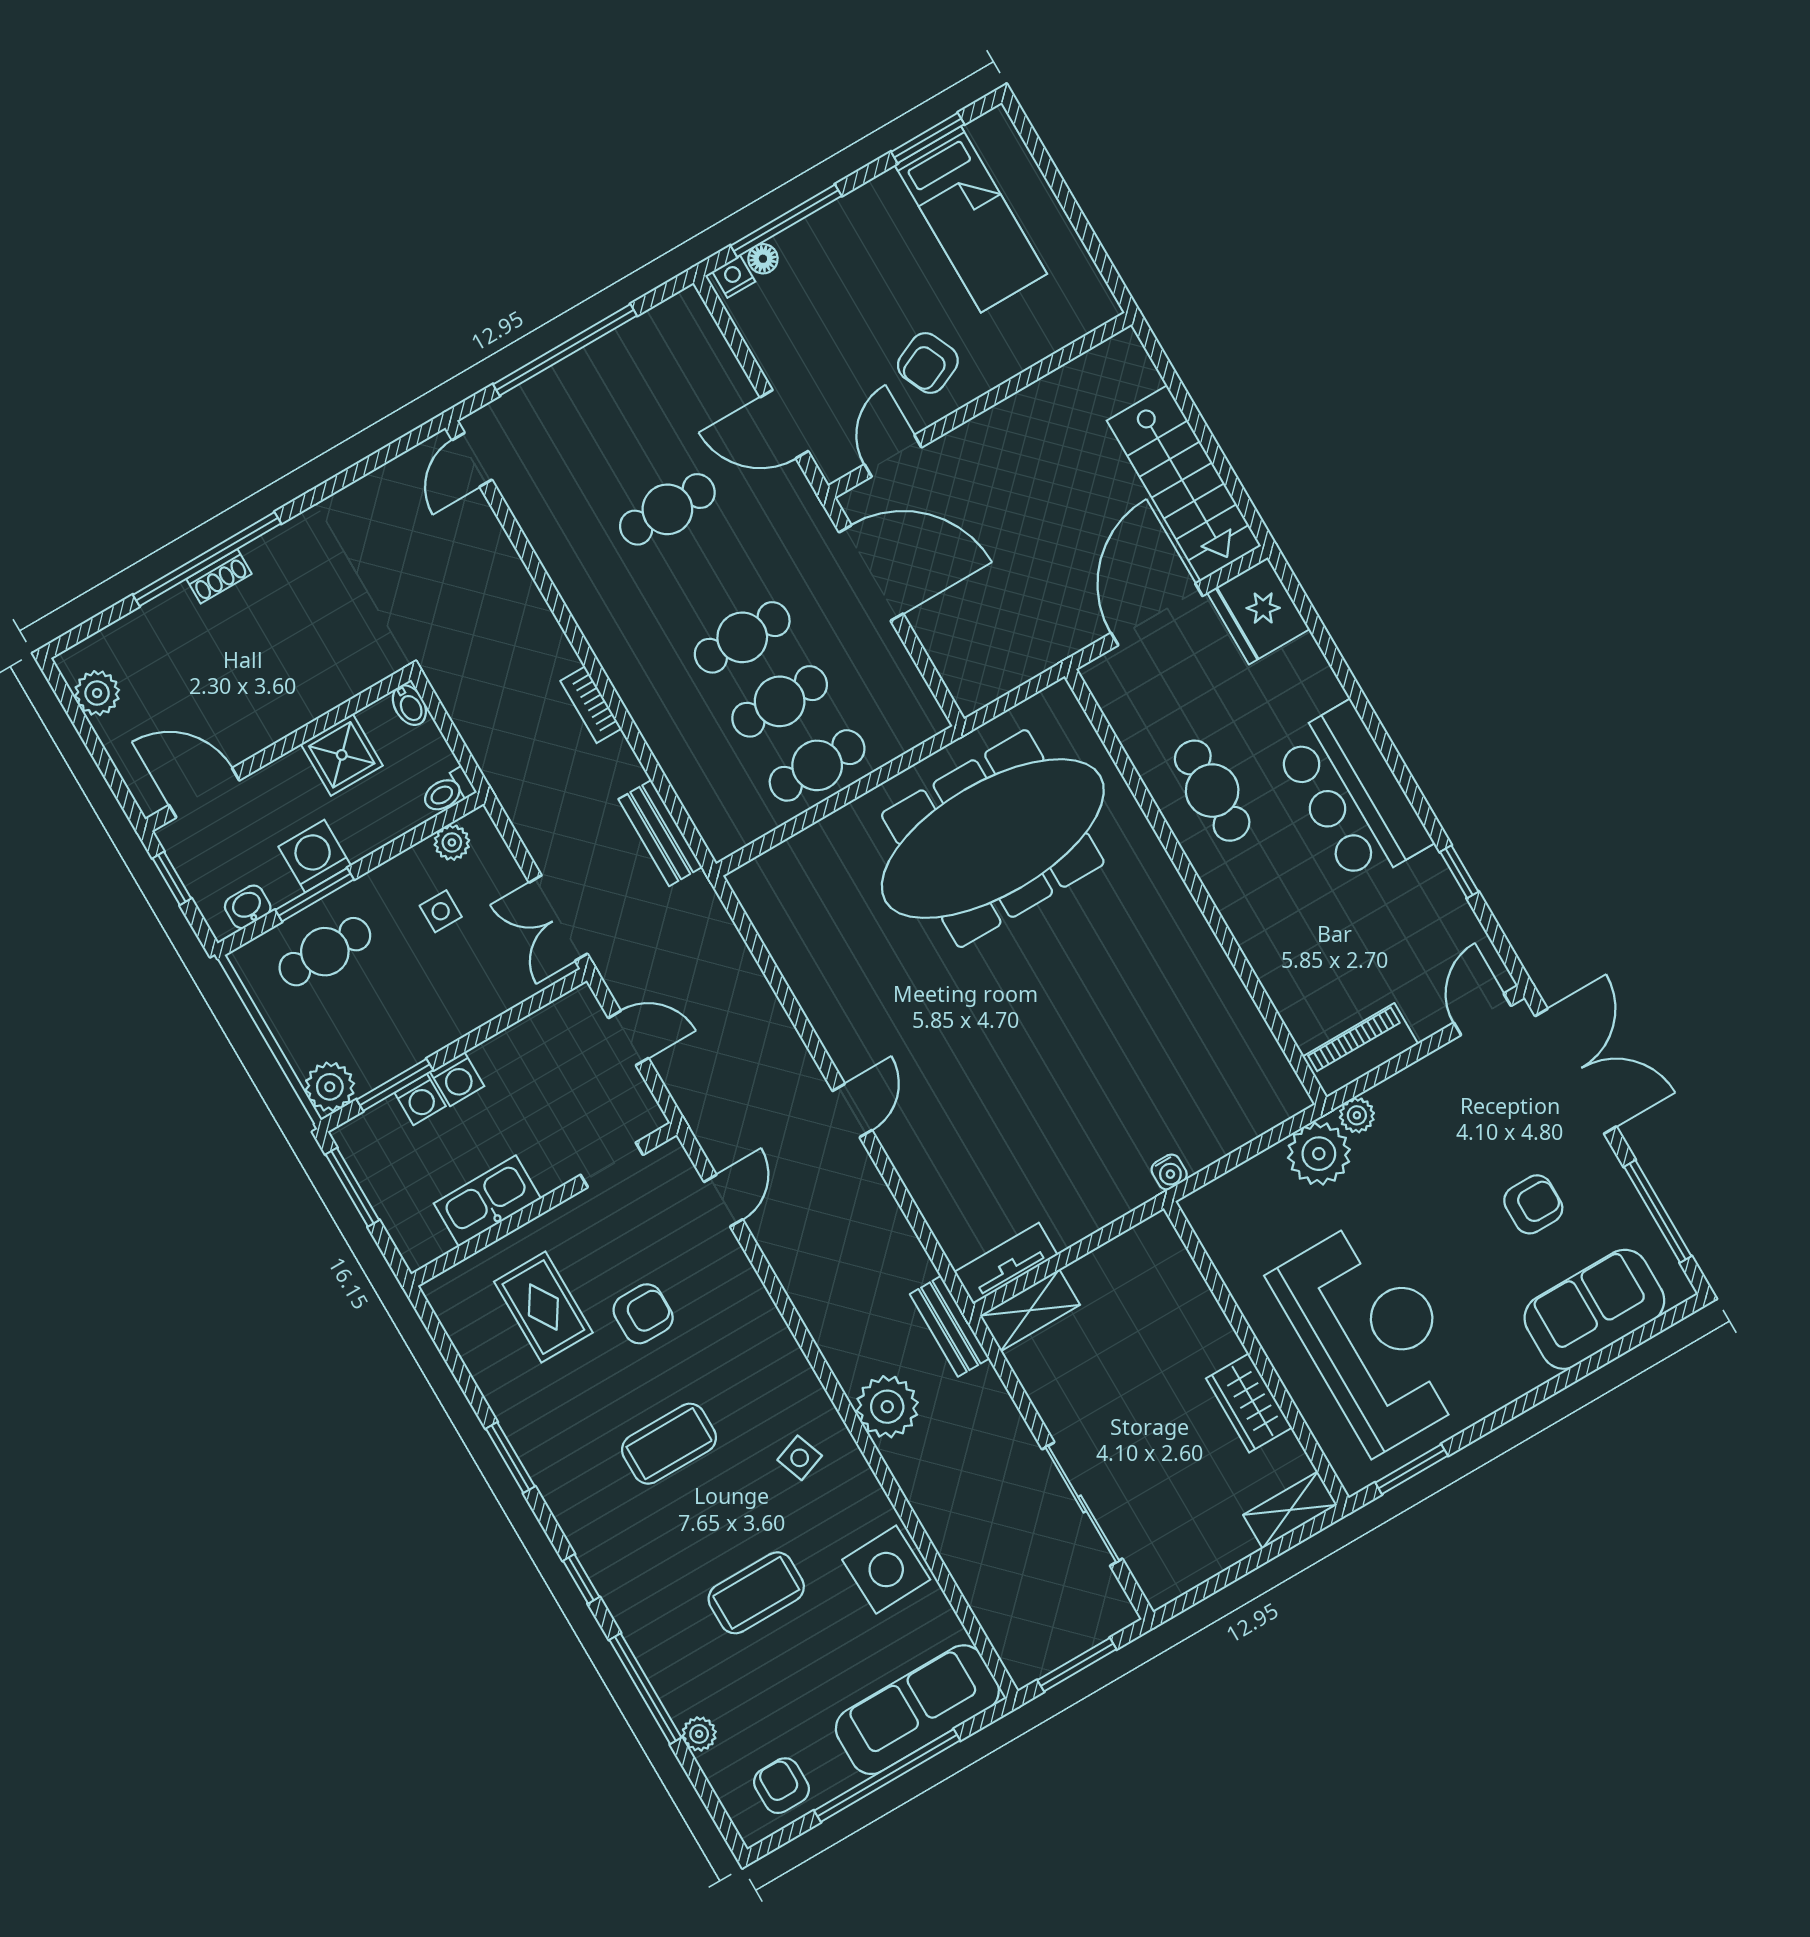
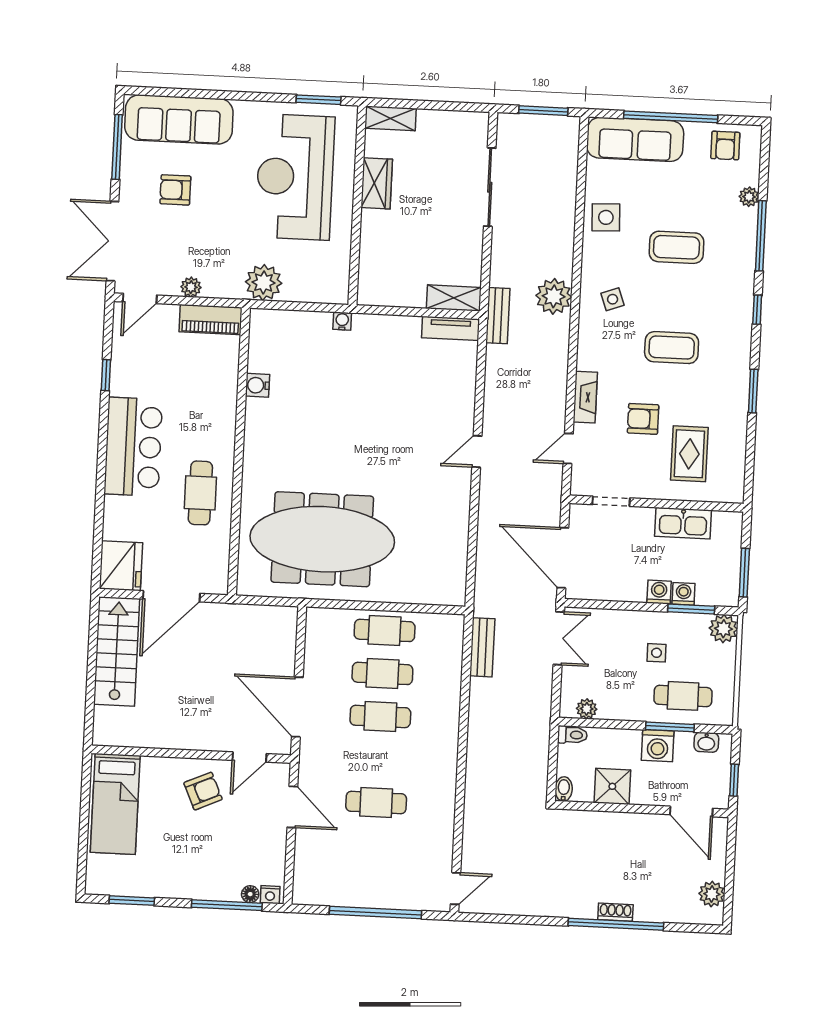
bed: (971, 219) -> (115, 804), moved, turned 180
bookcase: (591, 705) -> (475, 732), removed
side table: (441, 911) -> (657, 653), moved
water cooler: (1231, 1000) -> (257, 385), added
door: (628, 1038) -> (563, 558), width x1.87
plant: (1357, 1115) -> (191, 287), moved
fireplace: (747, 1291) -> (585, 397), added
sofa: (1594, 1309) -> (179, 119), width x1.36
side table: (886, 1570) -> (606, 217), width x0.73, depth x0.73

